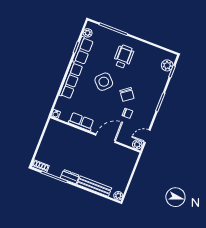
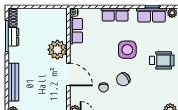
row of seats: (71, 80) -> (115, 15), width x0.68
side table: (104, 82) -> (127, 50), turned 45
row of seats: (81, 122) -> (76, 31), moved
plant: (81, 139) -> (57, 50), added
dresser: (70, 177) -> (13, 37), moved

